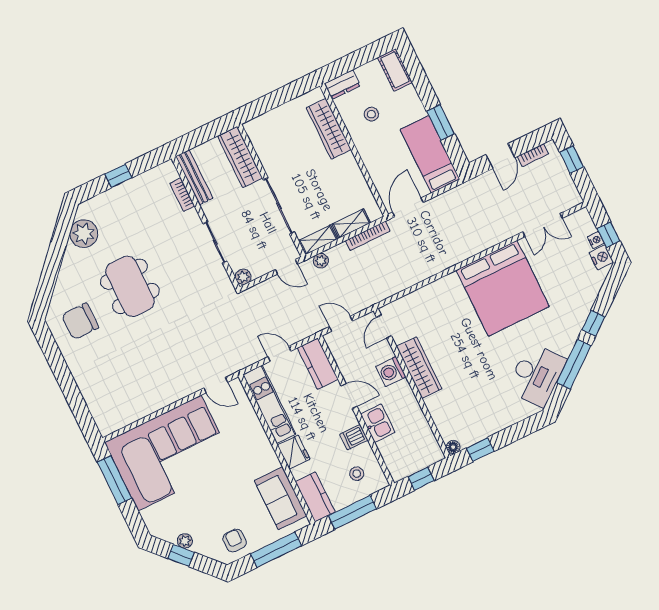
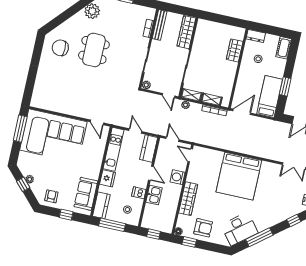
wardrobe: (329, 129) -> (235, 50), width x0.67
bed: (503, 288) -> (239, 176), moved
window: (593, 323) -> (294, 221), moved
door: (384, 327) -> (190, 155), hinge flipped
wardrobe: (419, 368) -> (188, 199), moved
armchair: (484, 414) -> (203, 228), added
window: (276, 550) -> (66, 215), width x0.46

